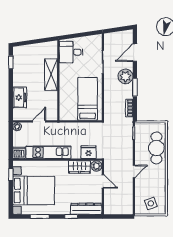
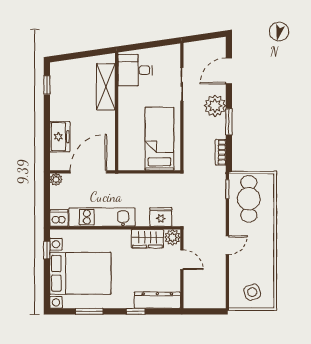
shelving: (51, 75) -> (106, 87), moved
door: (39, 121) -> (88, 172), width x1.88
cafe table: (156, 148) -> (249, 199), moved

